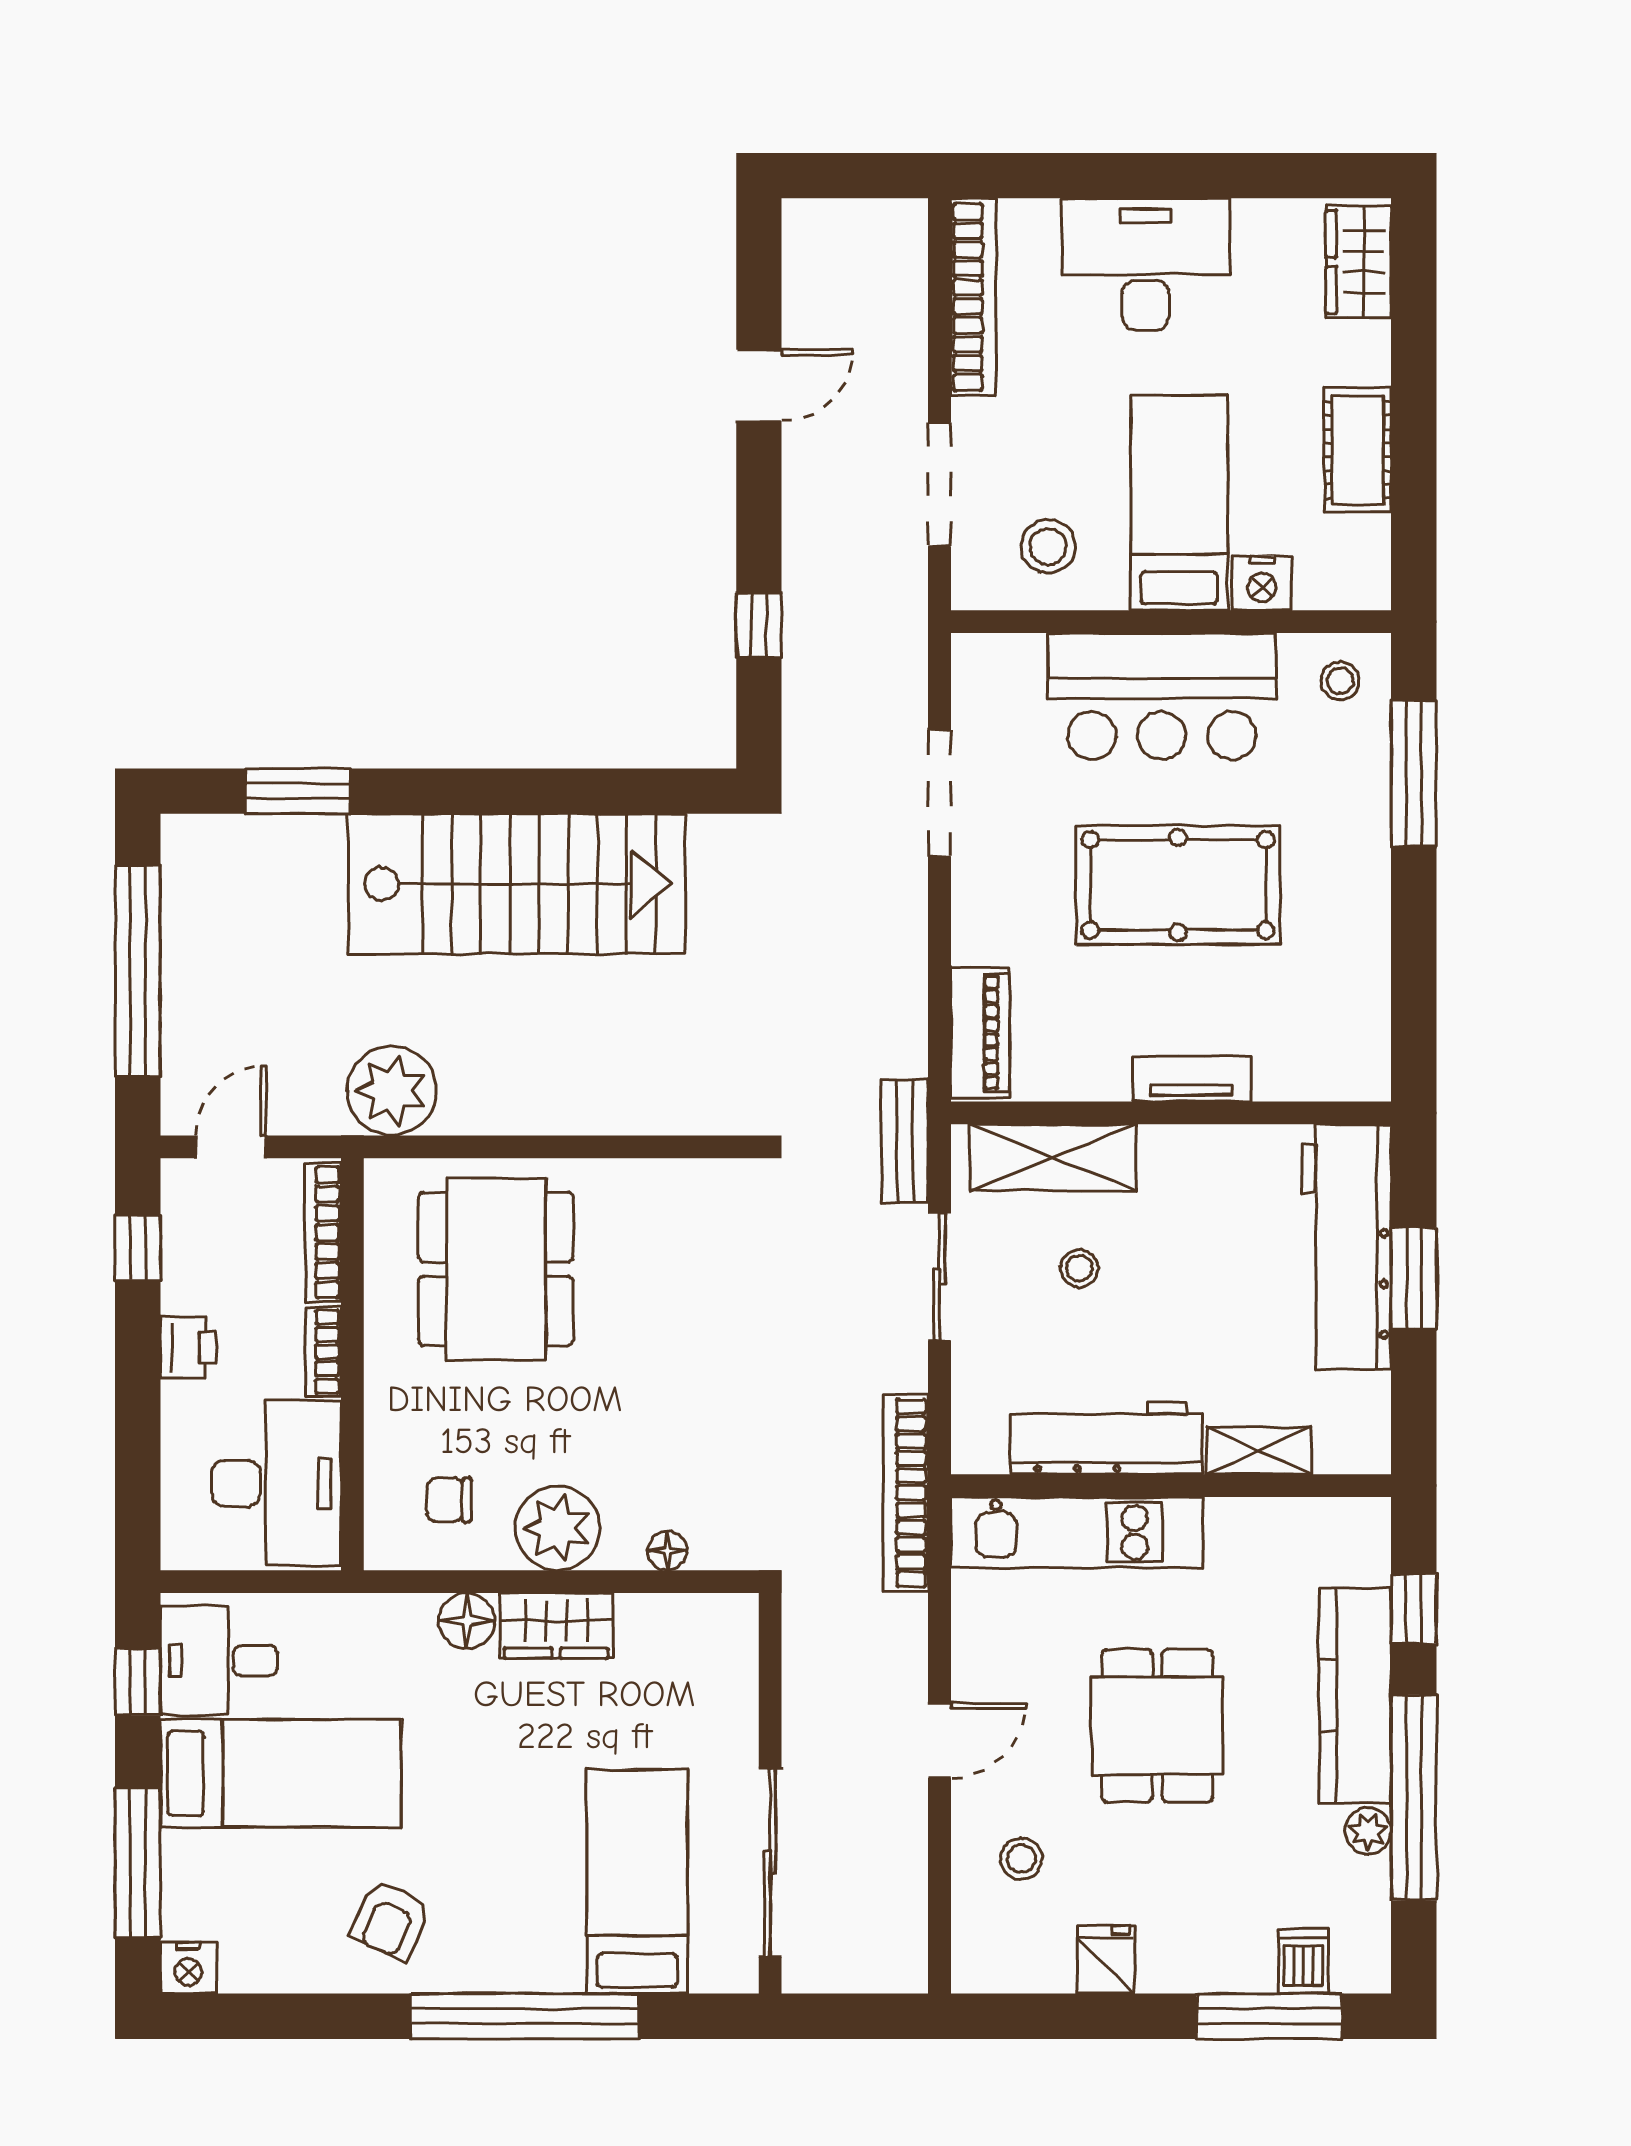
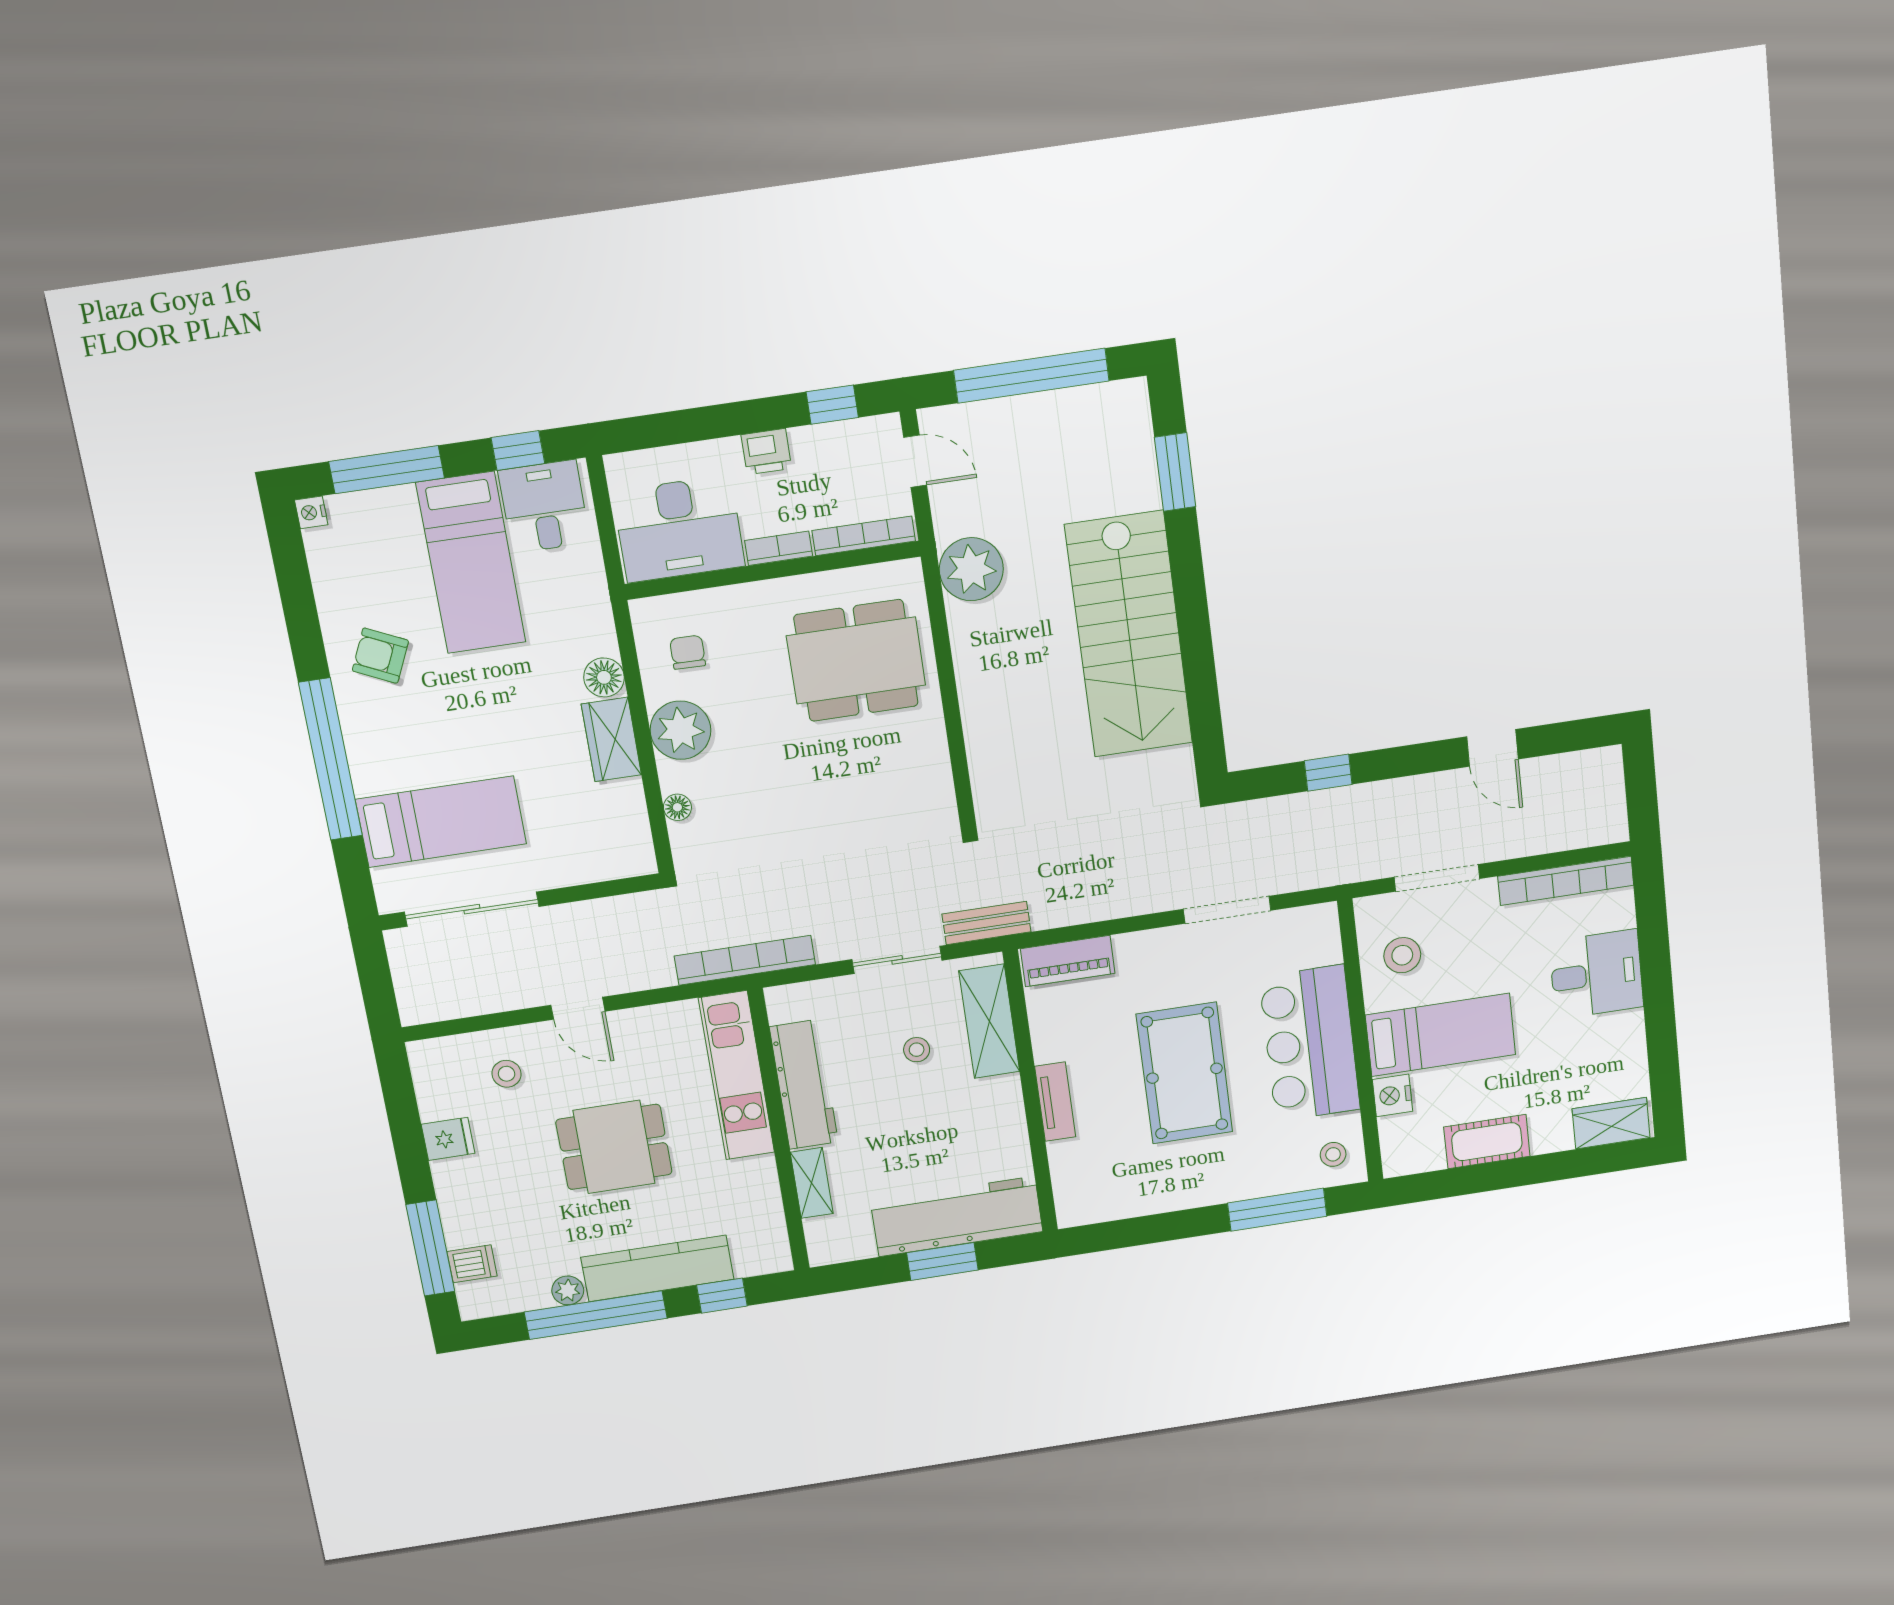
desk: (1146, 264) -> (1596, 974), width x0.73
nightstand: (188, 1968) -> (311, 512), width x0.72, depth x0.74

